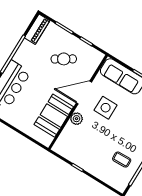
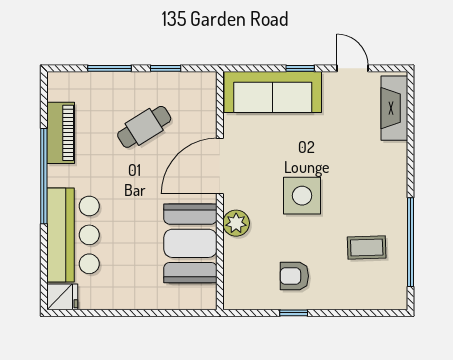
piano: (37, 29) -> (61, 133), moved
side table: (106, 108) -> (302, 196), moved
armchair: (87, 153) -> (294, 276), added

